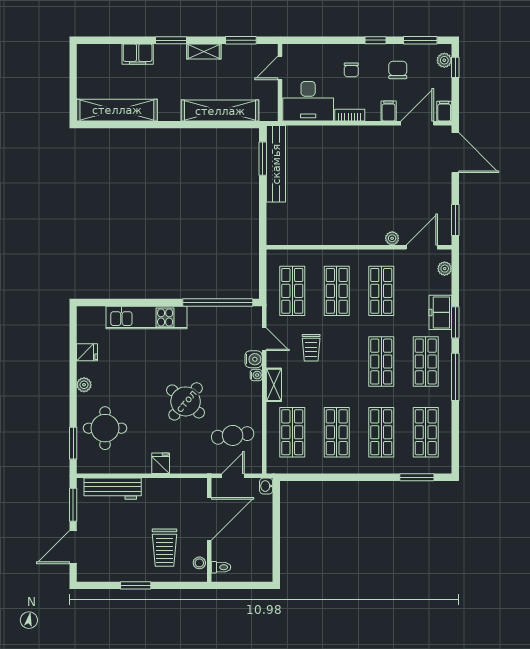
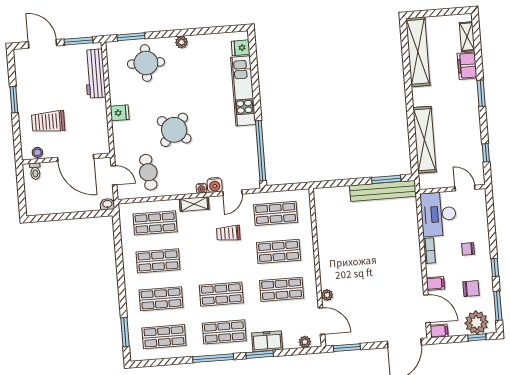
window: (241, 40) -> (486, 153), width x0.67
shelving: (204, 51) -> (467, 37), moved
plant: (444, 60) -> (476, 323), width x1.87, depth x1.87
fridge: (87, 352) -> (241, 48), moved, turned 90

